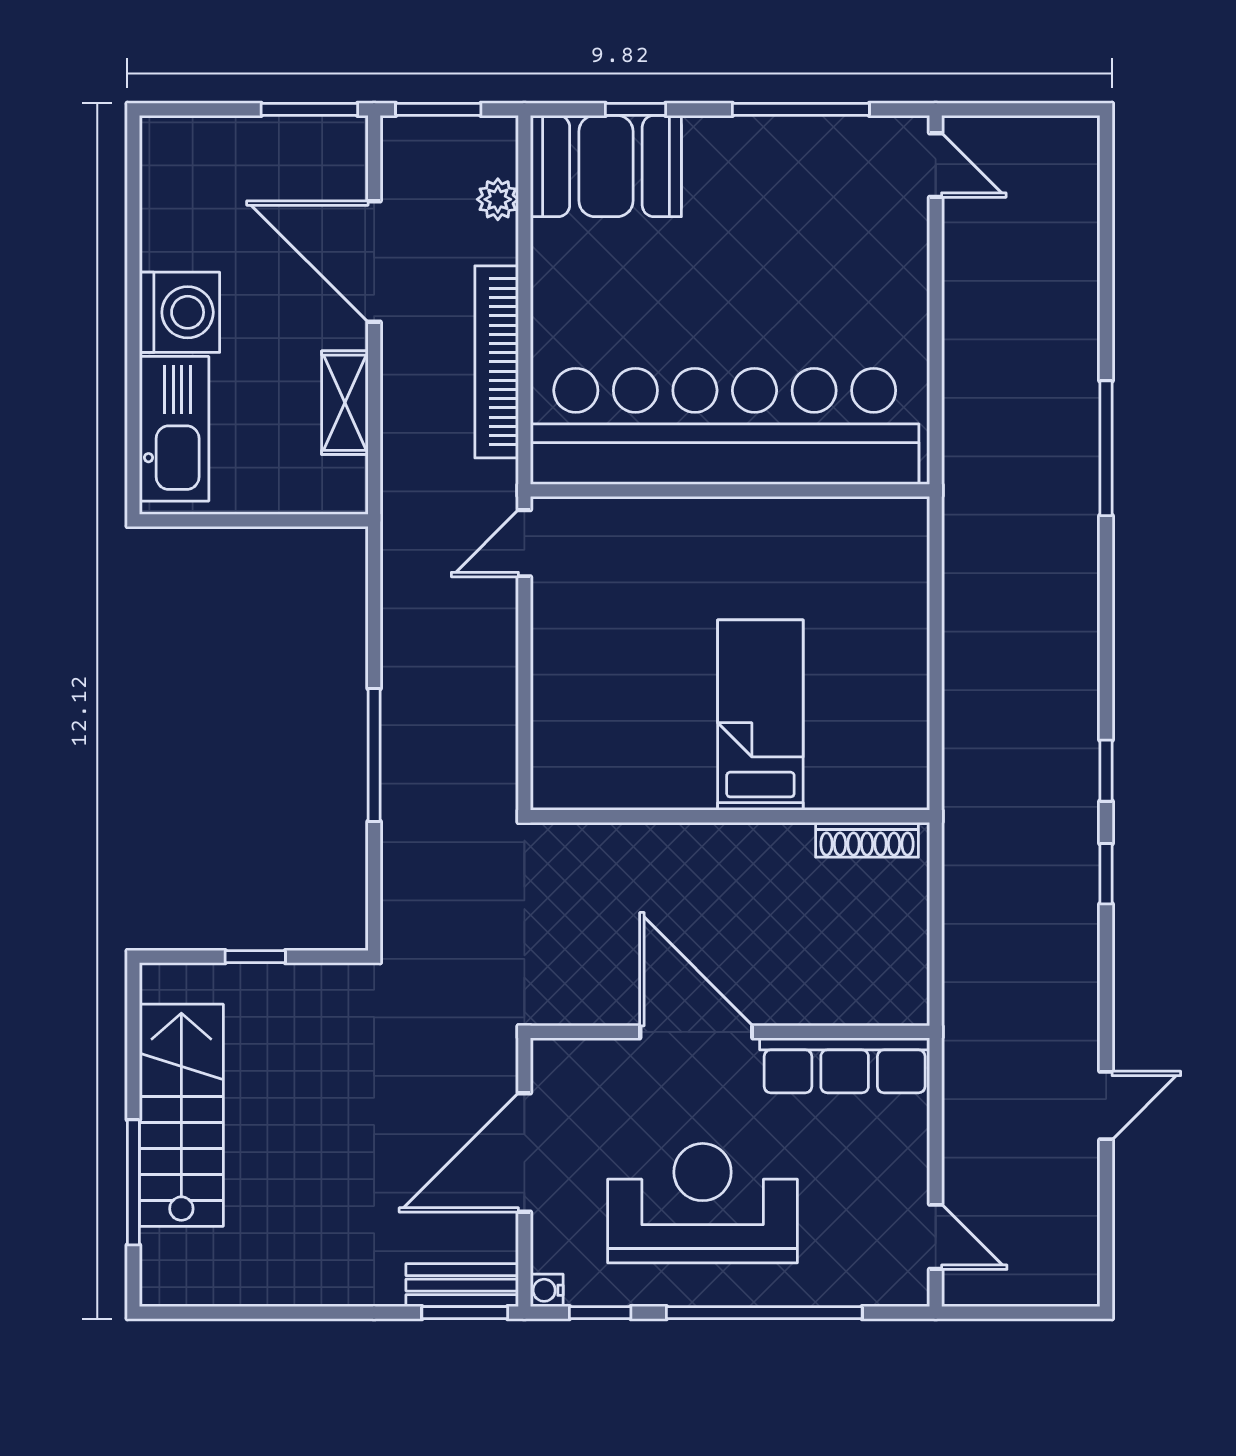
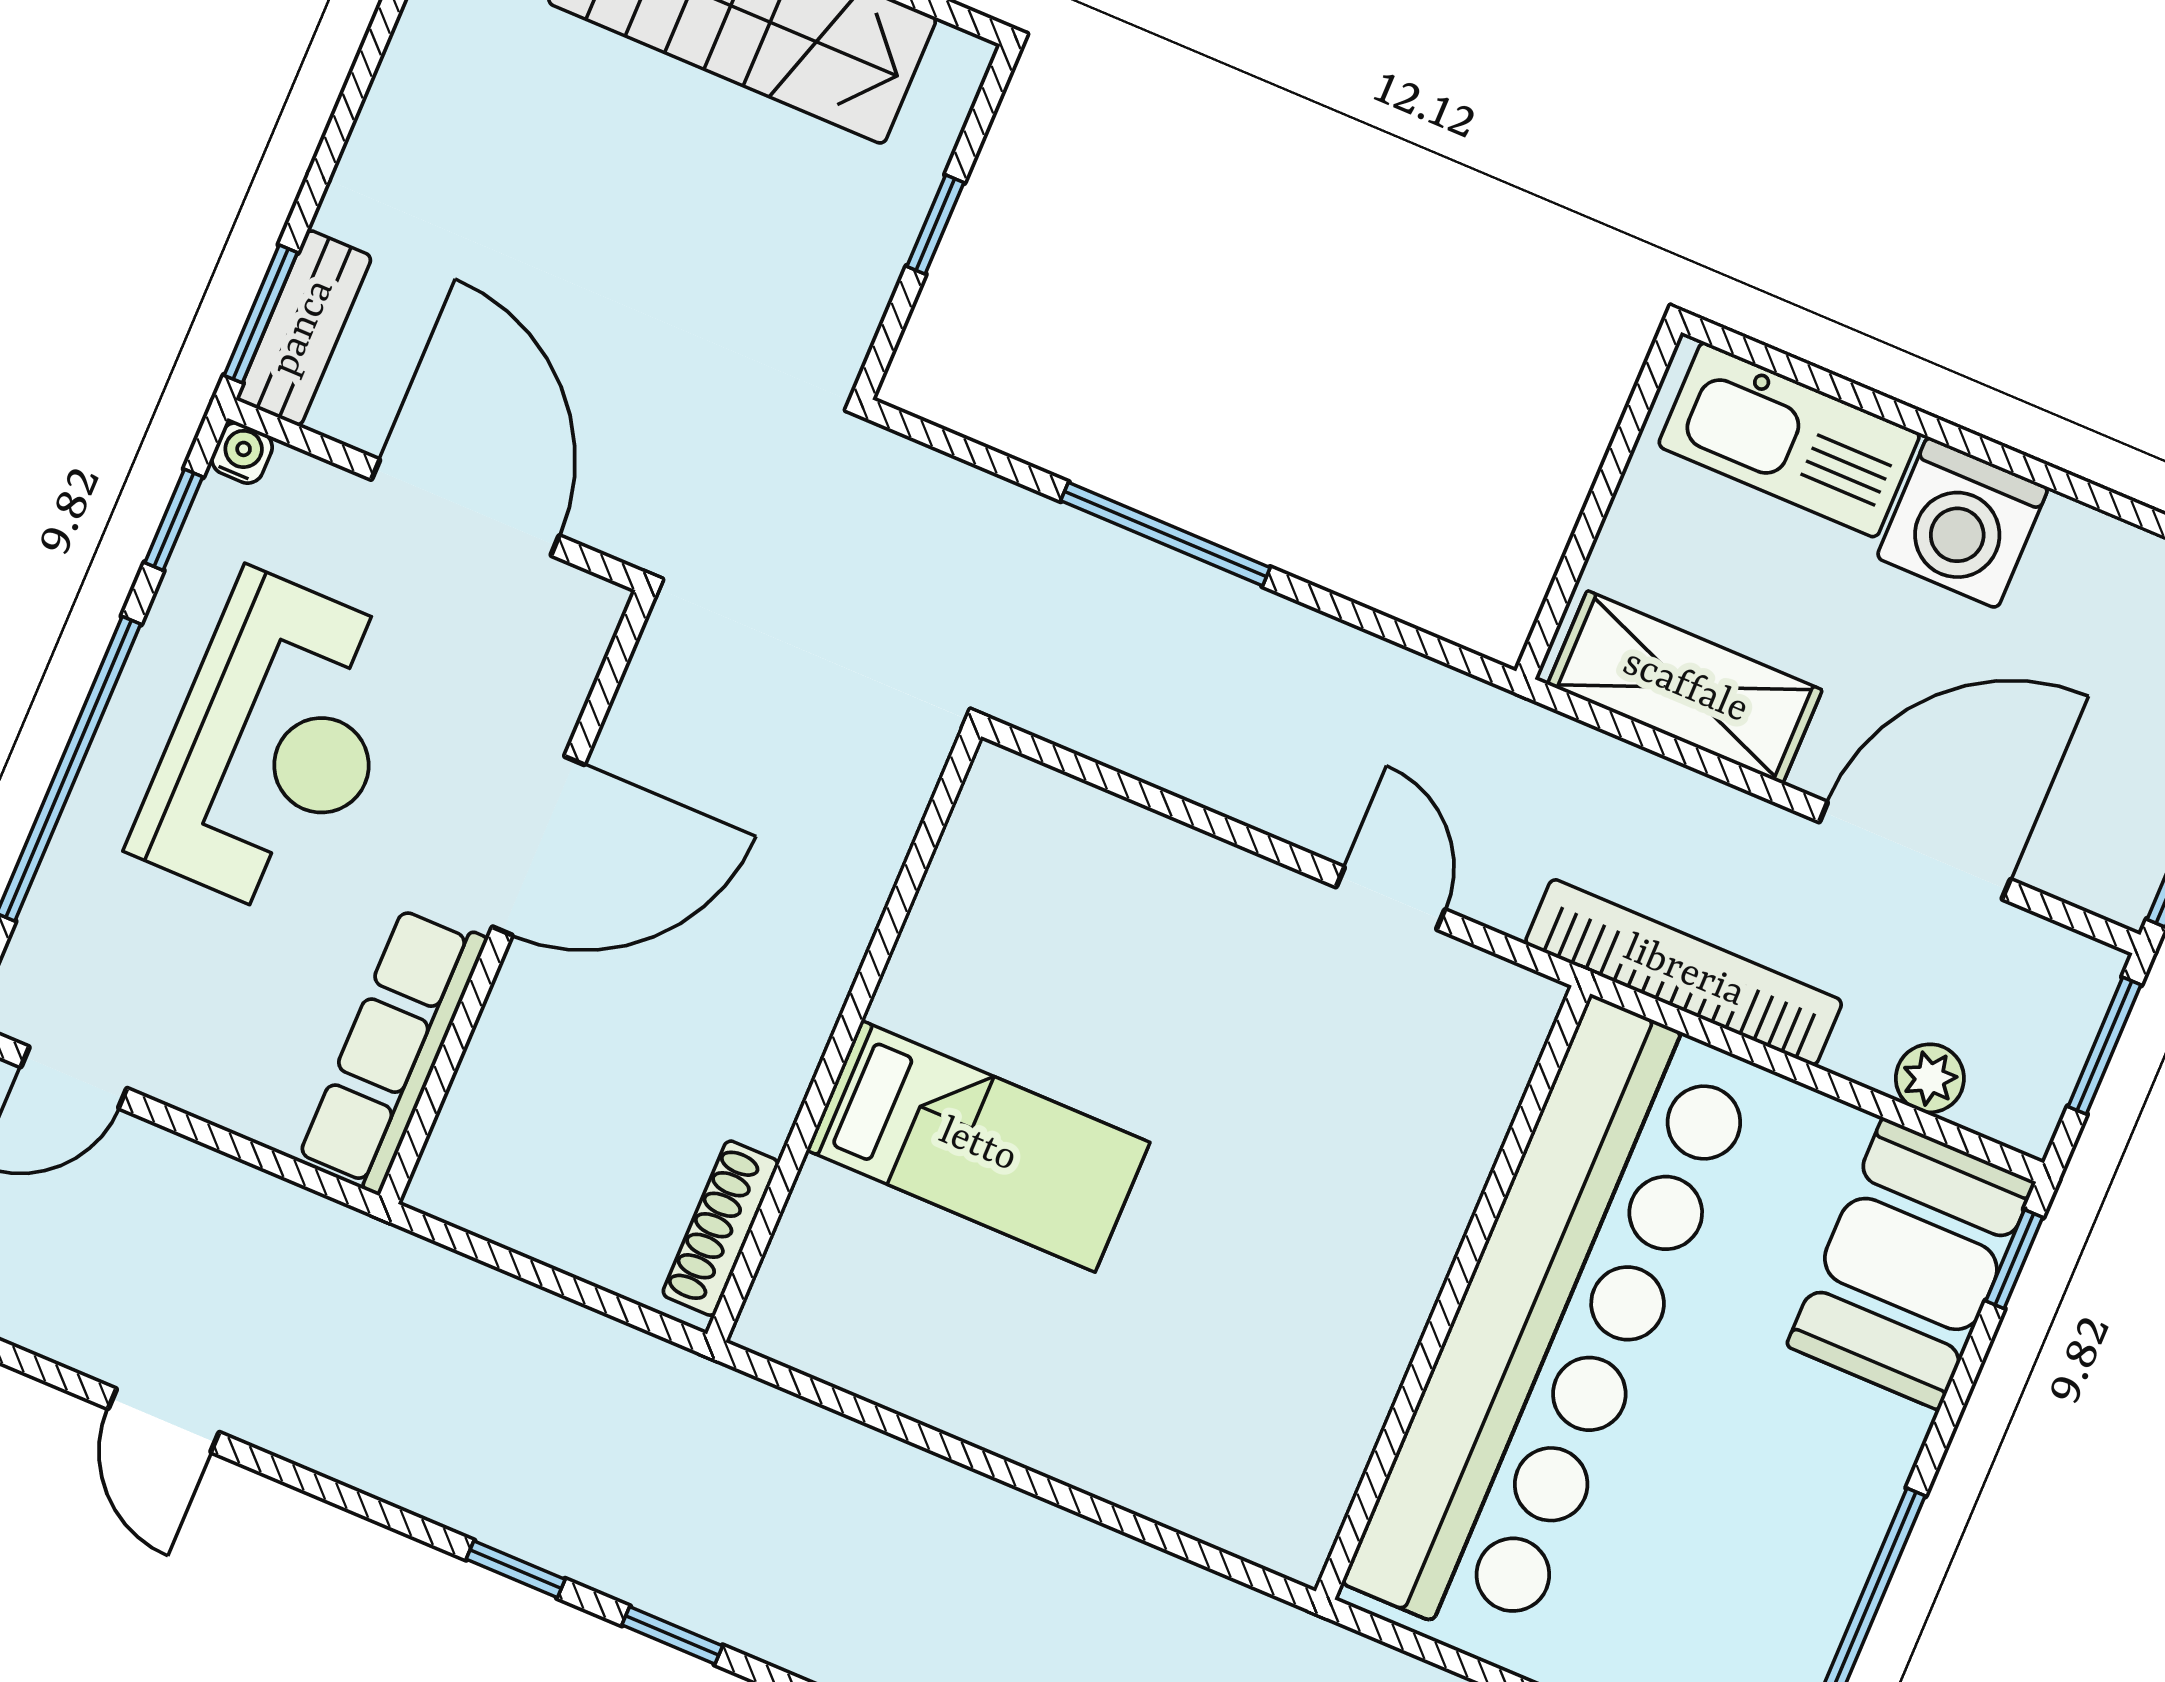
window: (635, 109) -> (2014, 1259), moved
shelving: (345, 403) -> (1685, 687), width x1.50, depth x1.33
bar counter: (725, 426) -> (1554, 1326), moved
wall: (730, 490) -> (1453, 1292), moved

